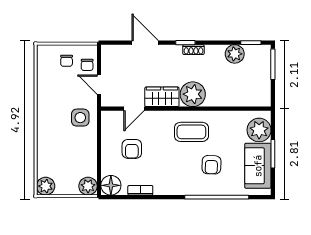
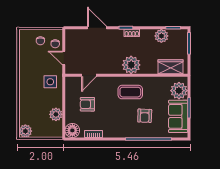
wardrobe: (162, 97) -> (170, 67), moved
armchair: (132, 149) -> (87, 104), turned 90
plant: (88, 186) -> (56, 114), moved

